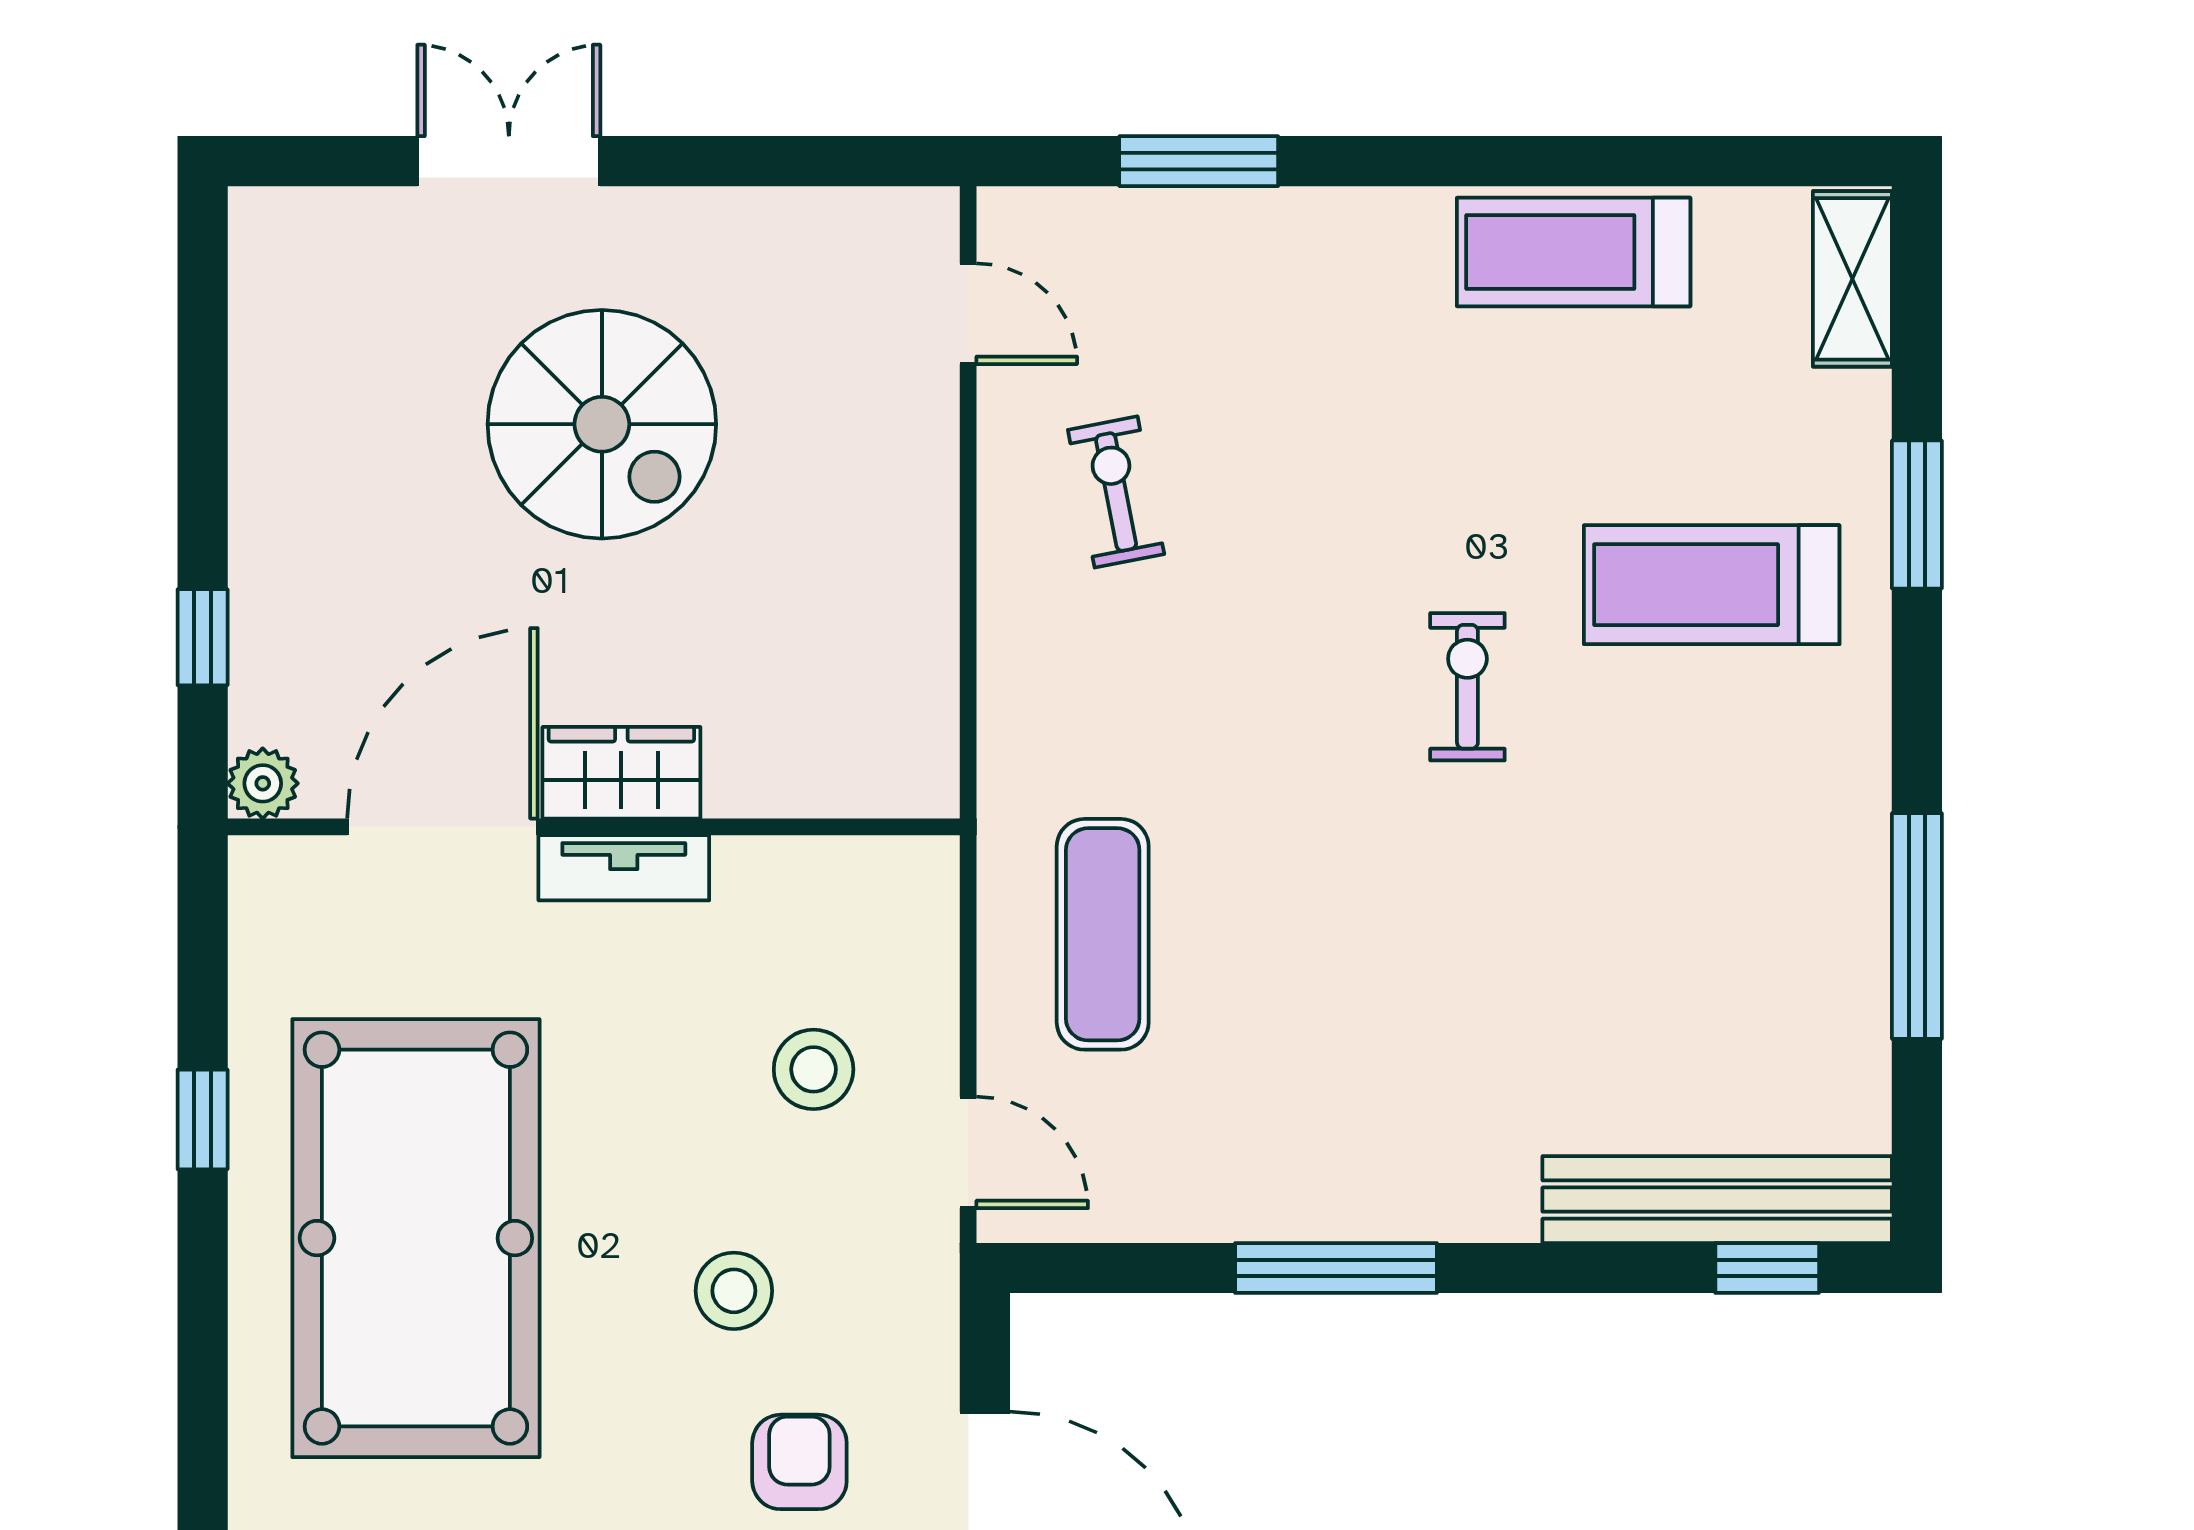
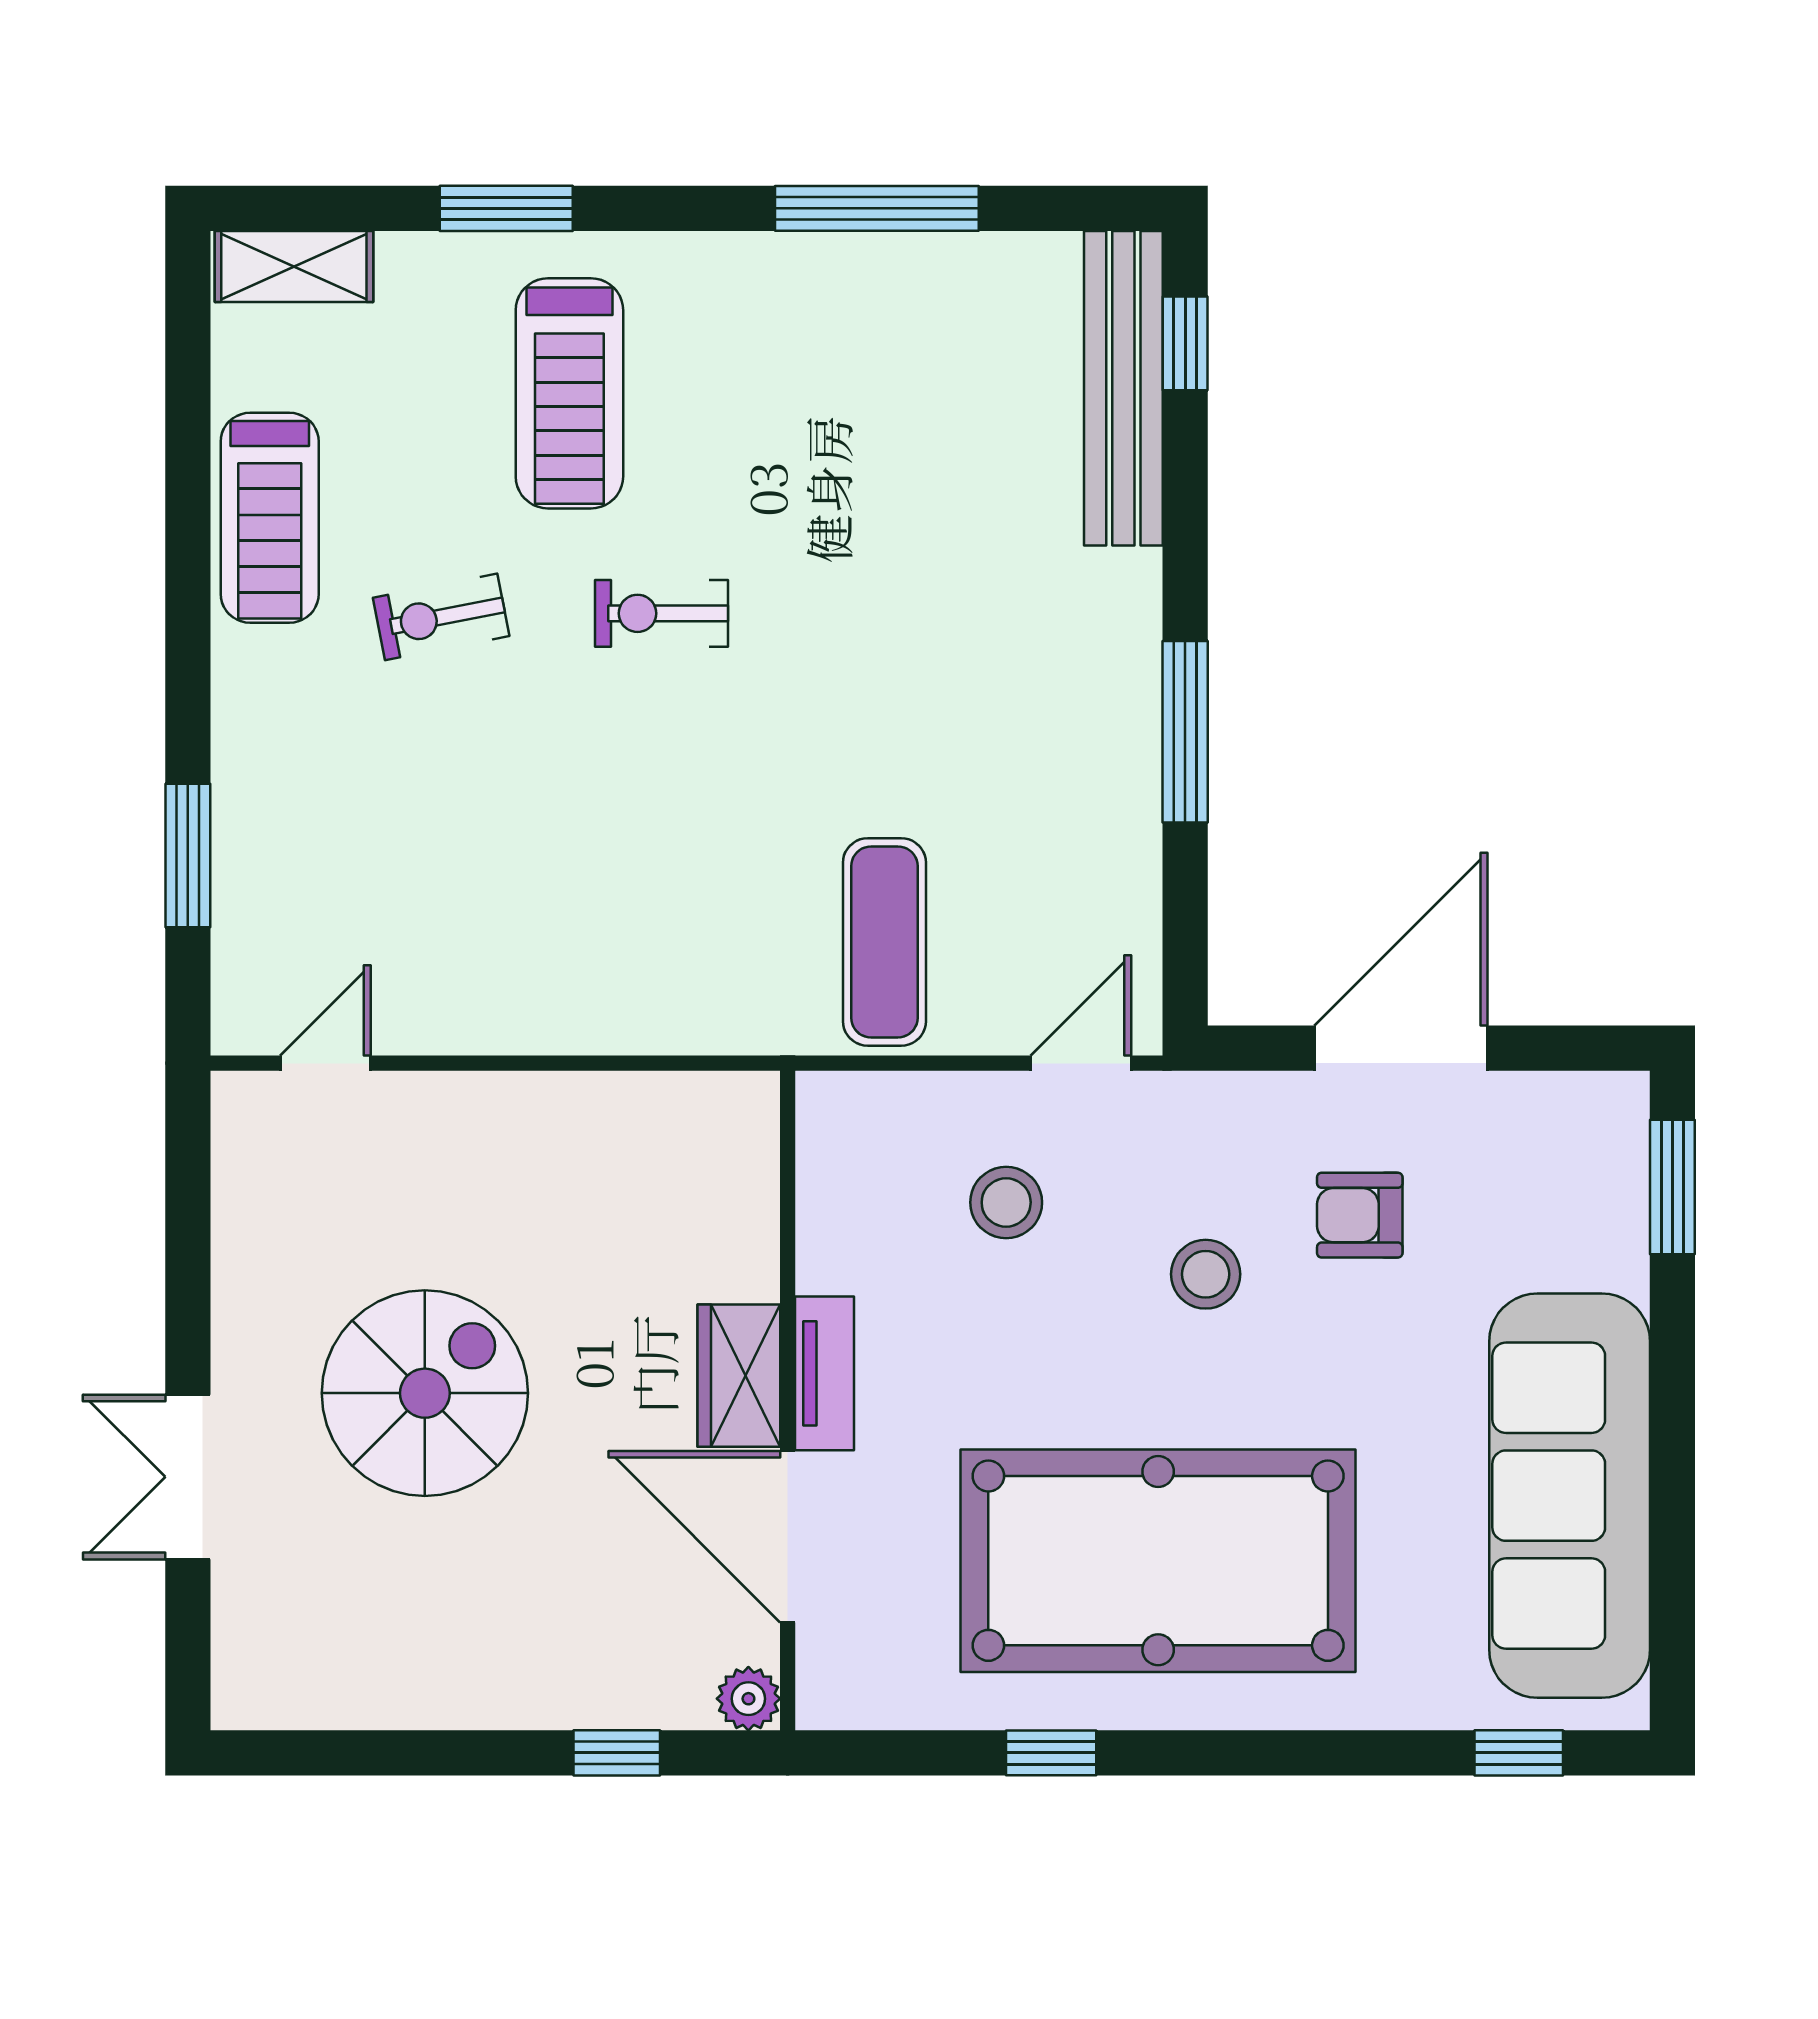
exercise bike: (1116, 492) -> (441, 617), moved
exercise mat: (1103, 934) -> (884, 942), turned 90

